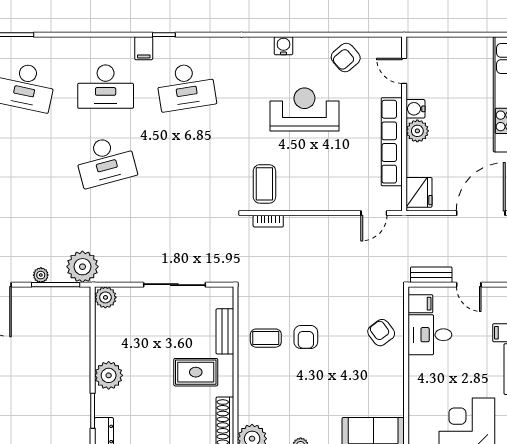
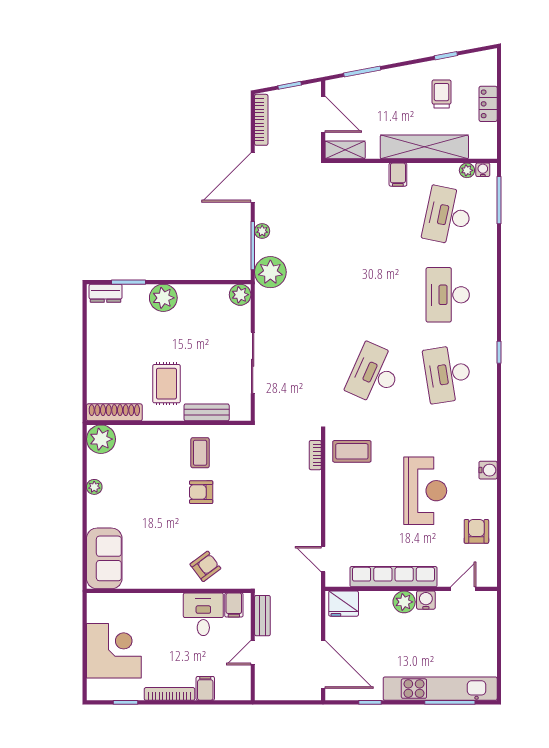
filing cabinet: (144, 48) -> (485, 332), removed
armchair: (346, 57) -> (476, 531), turned 41
desk: (106, 161) -> (374, 374), moved, turned 39

